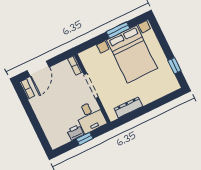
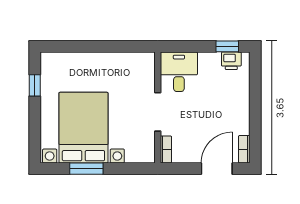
dresser: (128, 107) -> (122, 60), removed
printer: (75, 132) -> (231, 61), moved
window: (85, 139) -> (227, 46), moved

